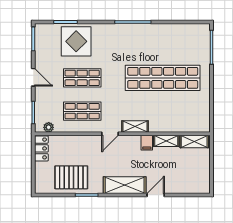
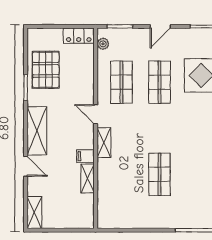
shop shelf: (163, 78) -> (159, 174), width x0.50, depth x0.74
shelving: (194, 141) -> (34, 213), moved

